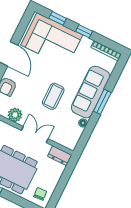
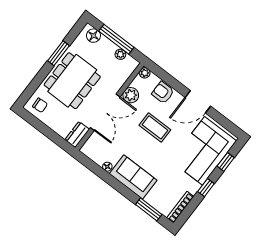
sofa: (91, 92) -> (133, 177), width x0.73
coffee table: (53, 96) -> (155, 127), moved
window: (102, 102) -> (149, 209), moved
double door: (35, 135) -> (105, 112), width x1.37

